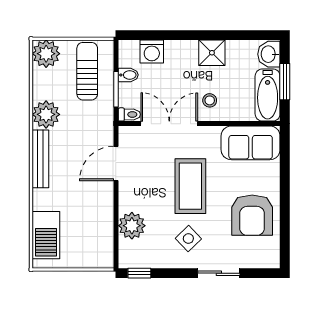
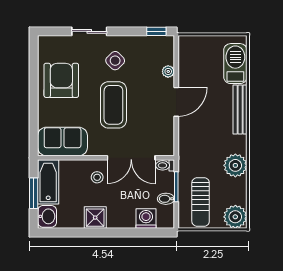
bench: (40, 159) -> (240, 110), moved
door: (116, 163) -> (176, 102), moved
plant: (132, 226) -> (168, 71), width x0.53, depth x0.53

